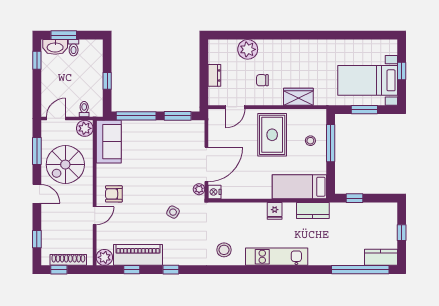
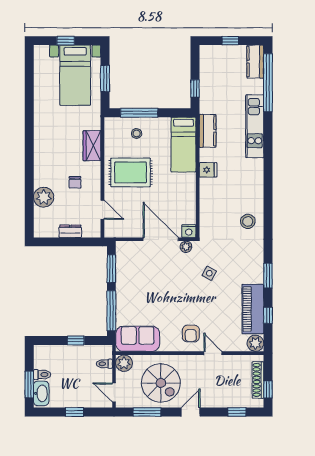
window: (37, 60) -> (74, 412), moved
kitchen unit: (277, 257) -> (255, 126), moved
window: (171, 270) -> (268, 276), width x1.50

